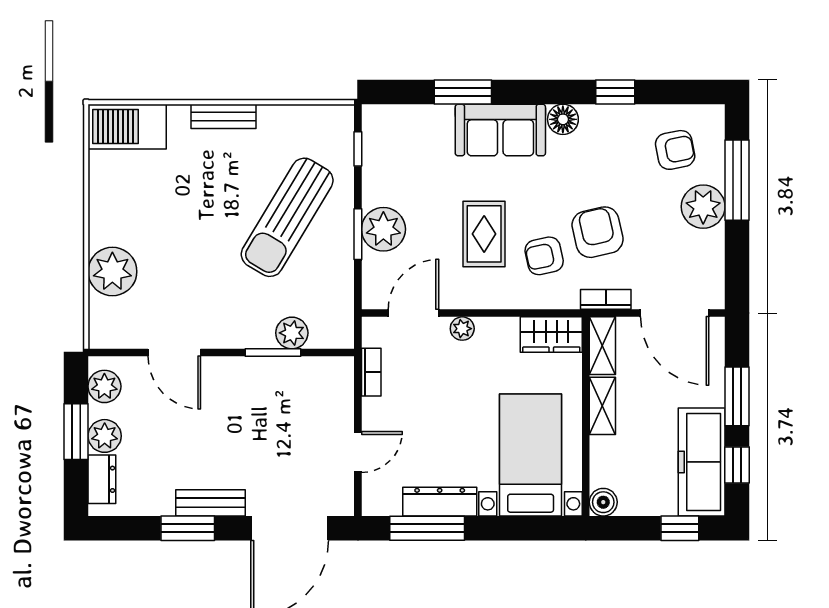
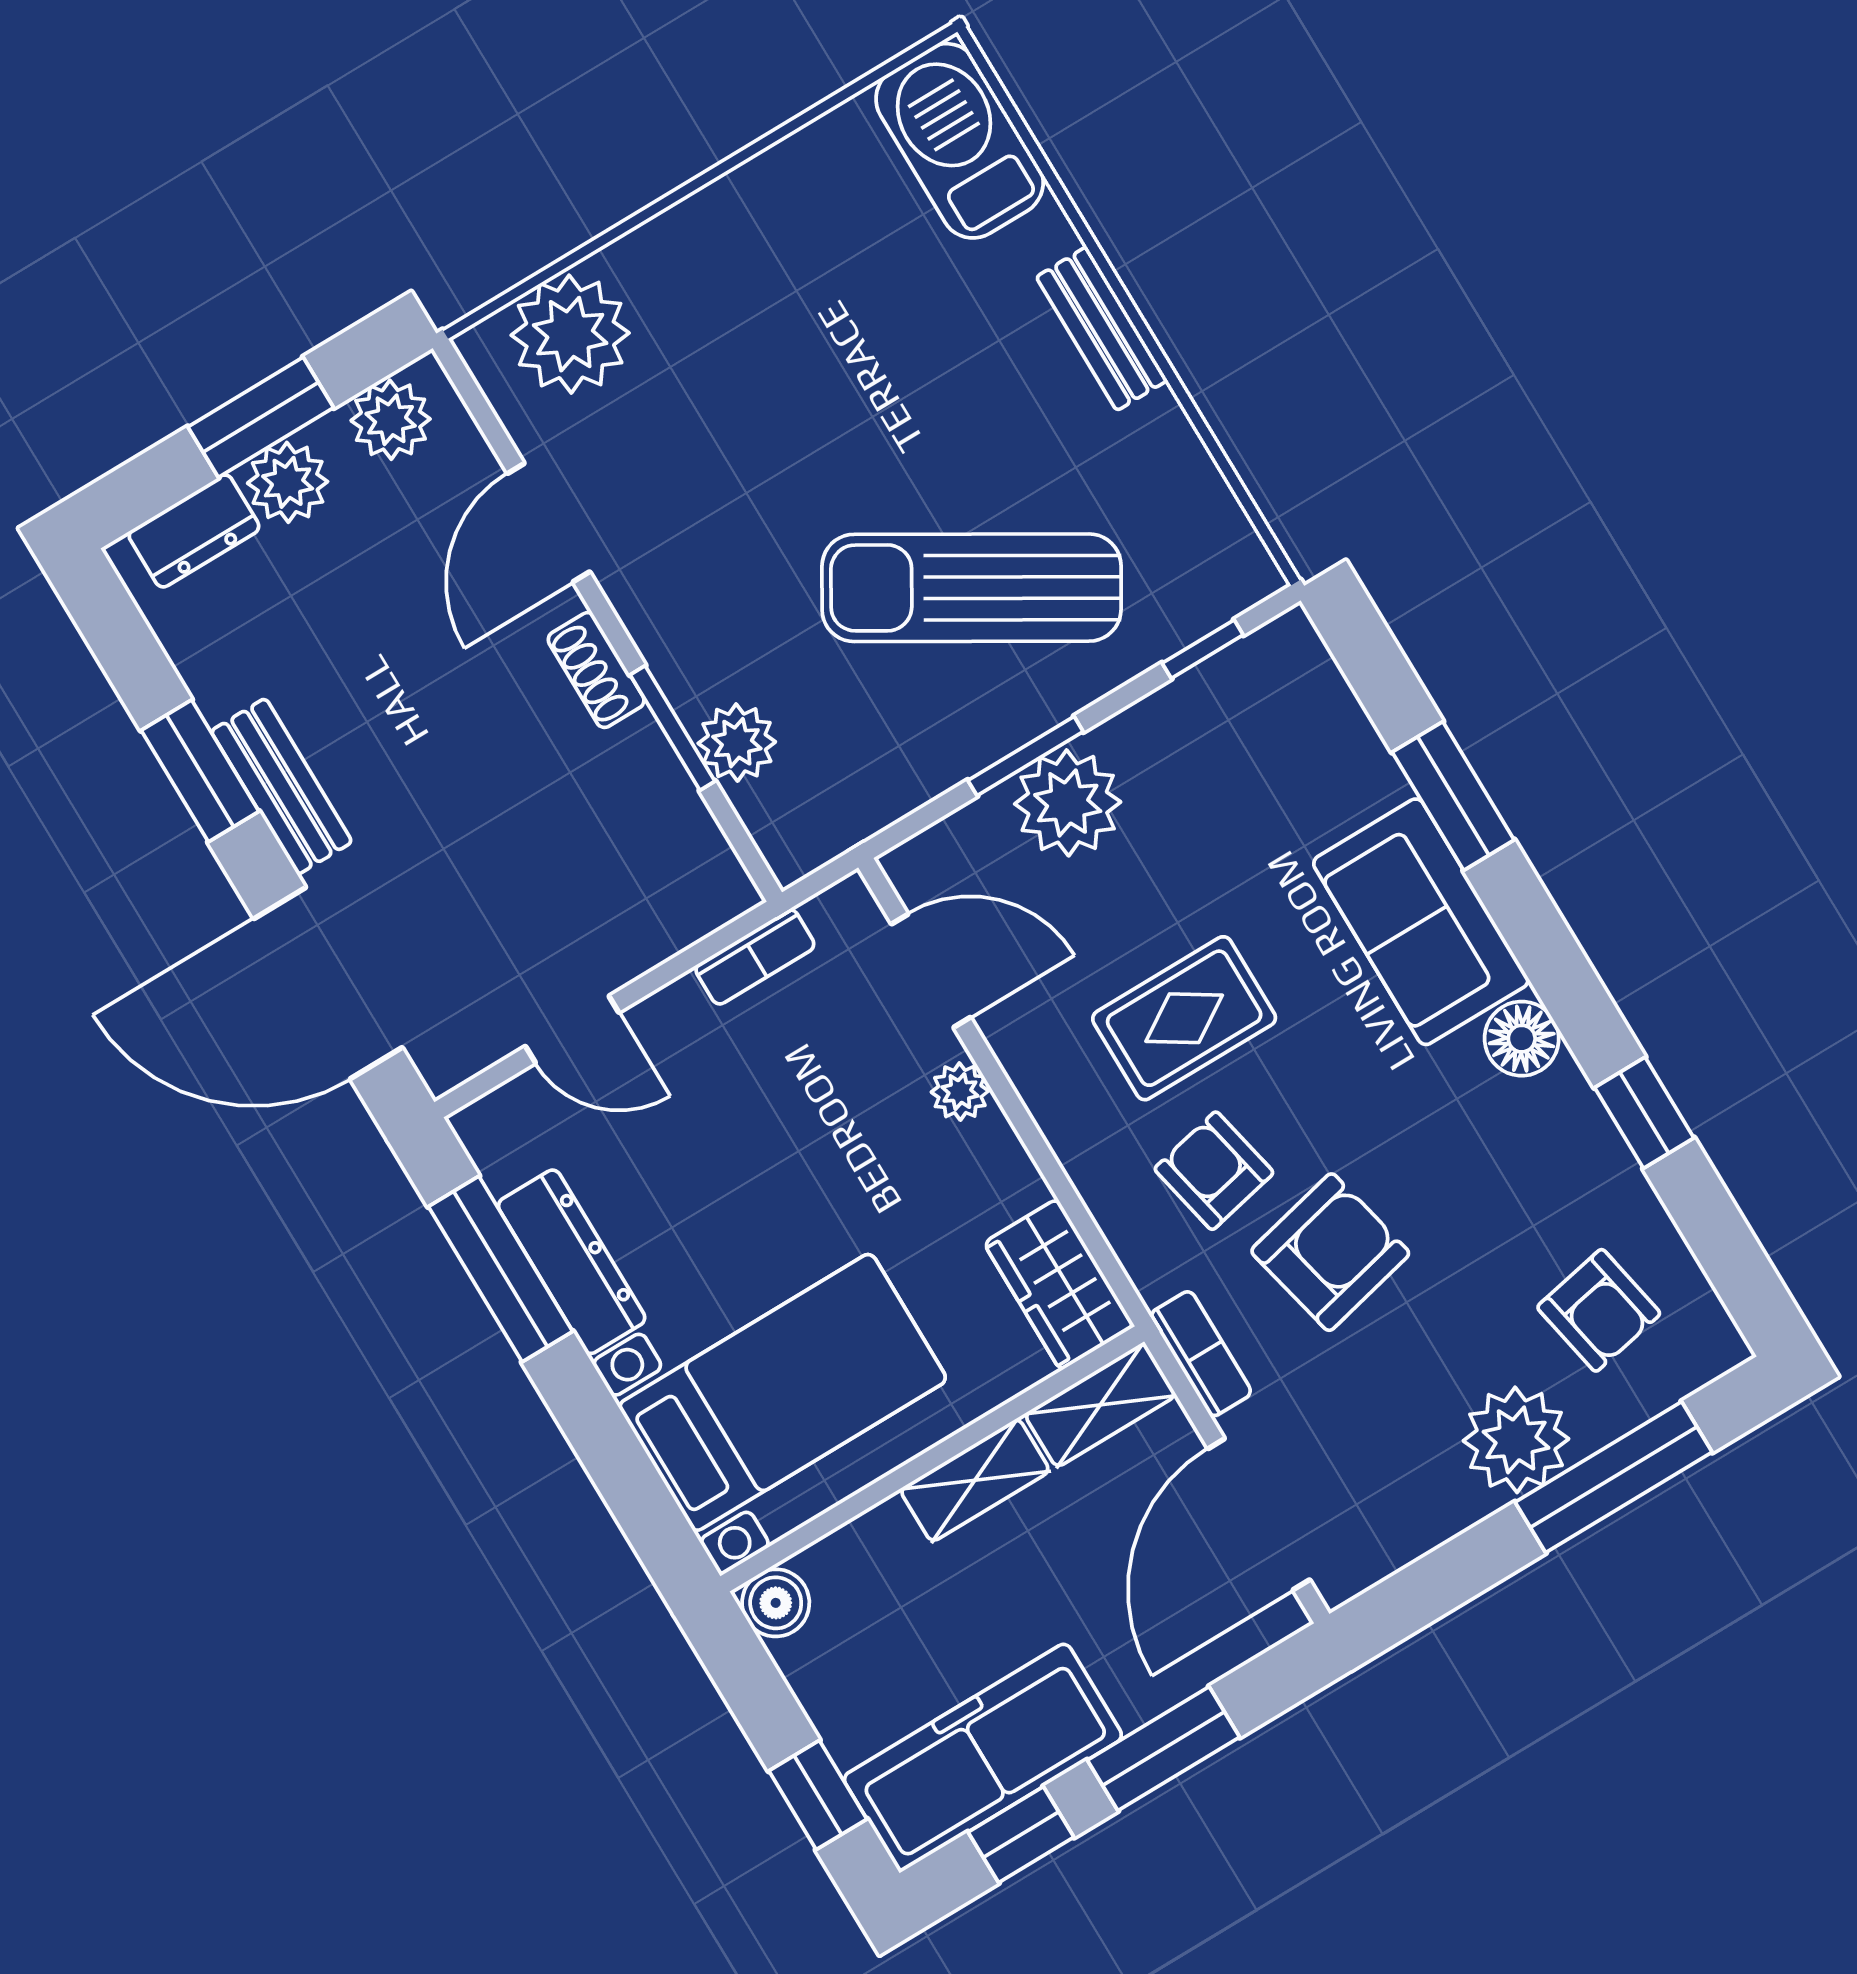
plant: (112, 272) -> (570, 334), moved
shoe rack: (236, 367) -> (596, 670), added

